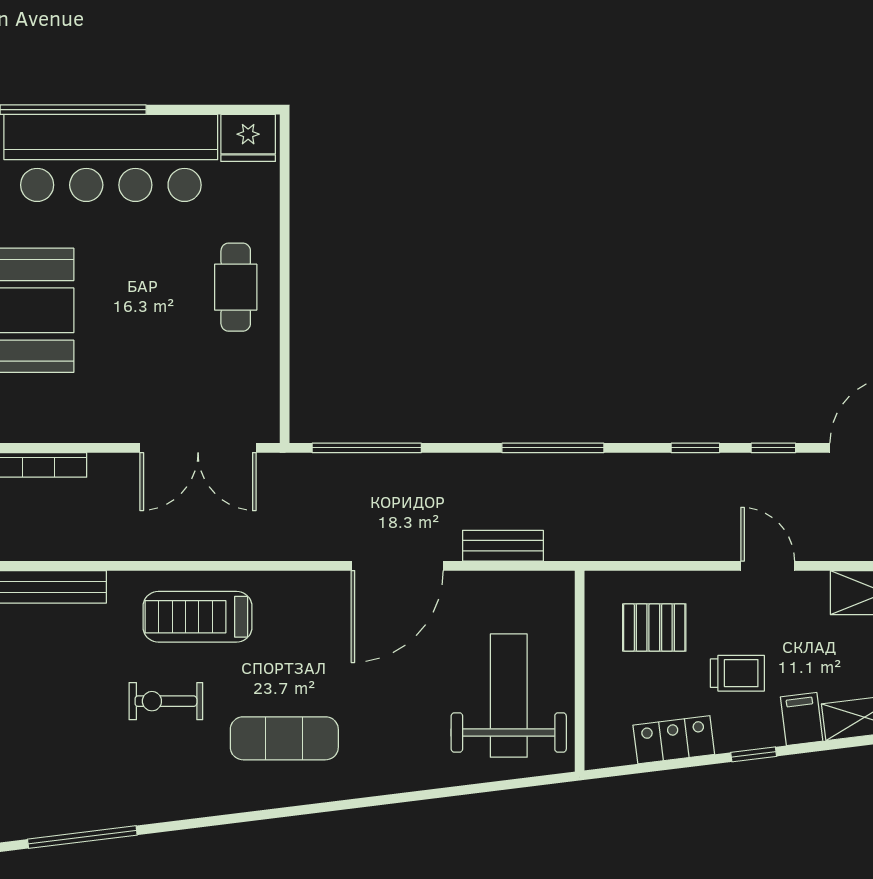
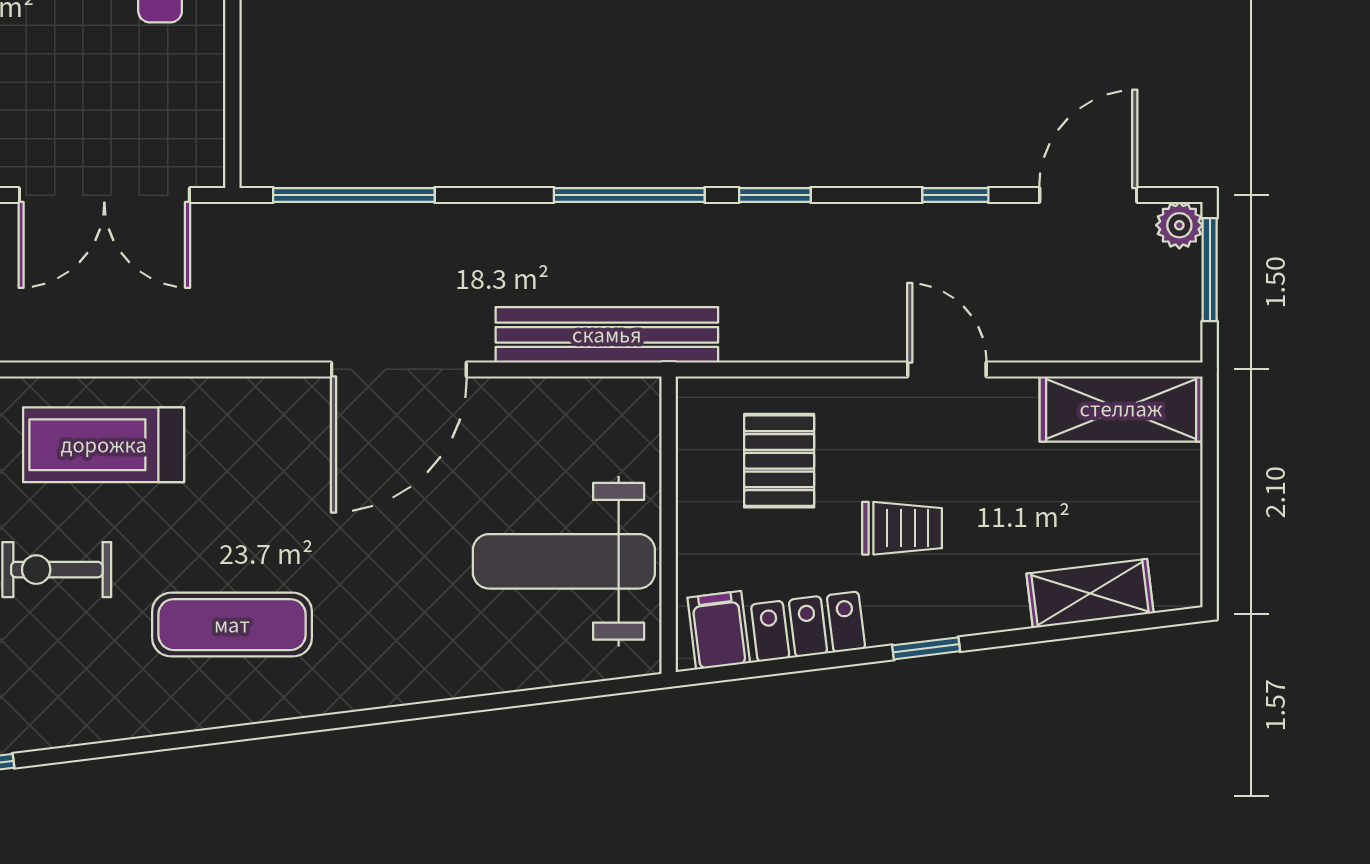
window: (695, 448) -> (775, 195), moved
bench: (503, 546) -> (607, 335), width x1.86, depth x1.21
pallet: (654, 628) -> (779, 461), turned 90
weight bench: (509, 696) -> (564, 561), turned -90
filing cabinet: (802, 719) -> (719, 630), moved

